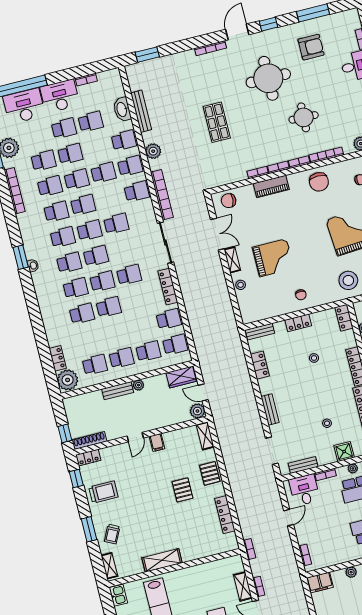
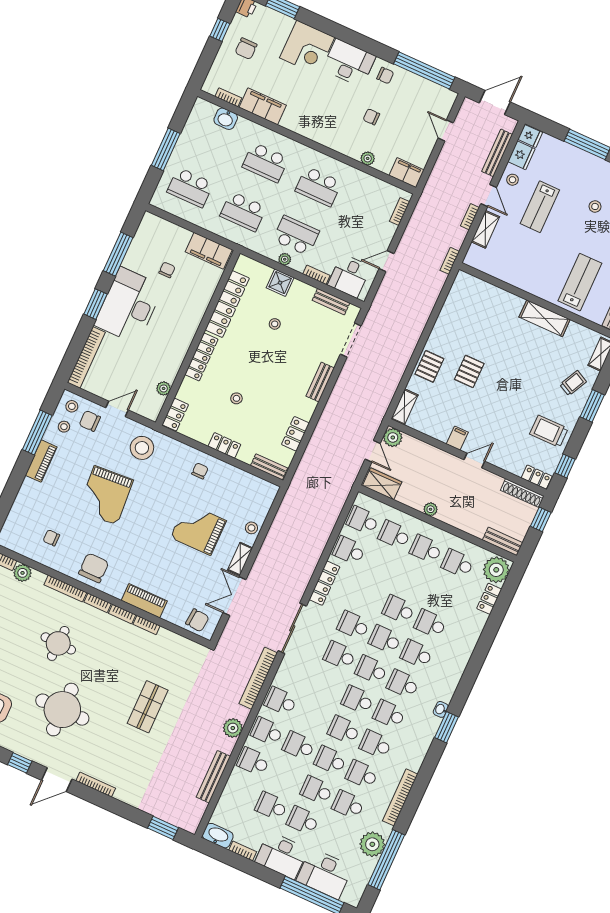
washbasin: (122, 109) -> (218, 836), moved, turned -90
school desk: (116, 224) -> (340, 655), moved
bench: (118, 391) -> (503, 541), moved
locker: (225, 515) -> (447, 314), removed

